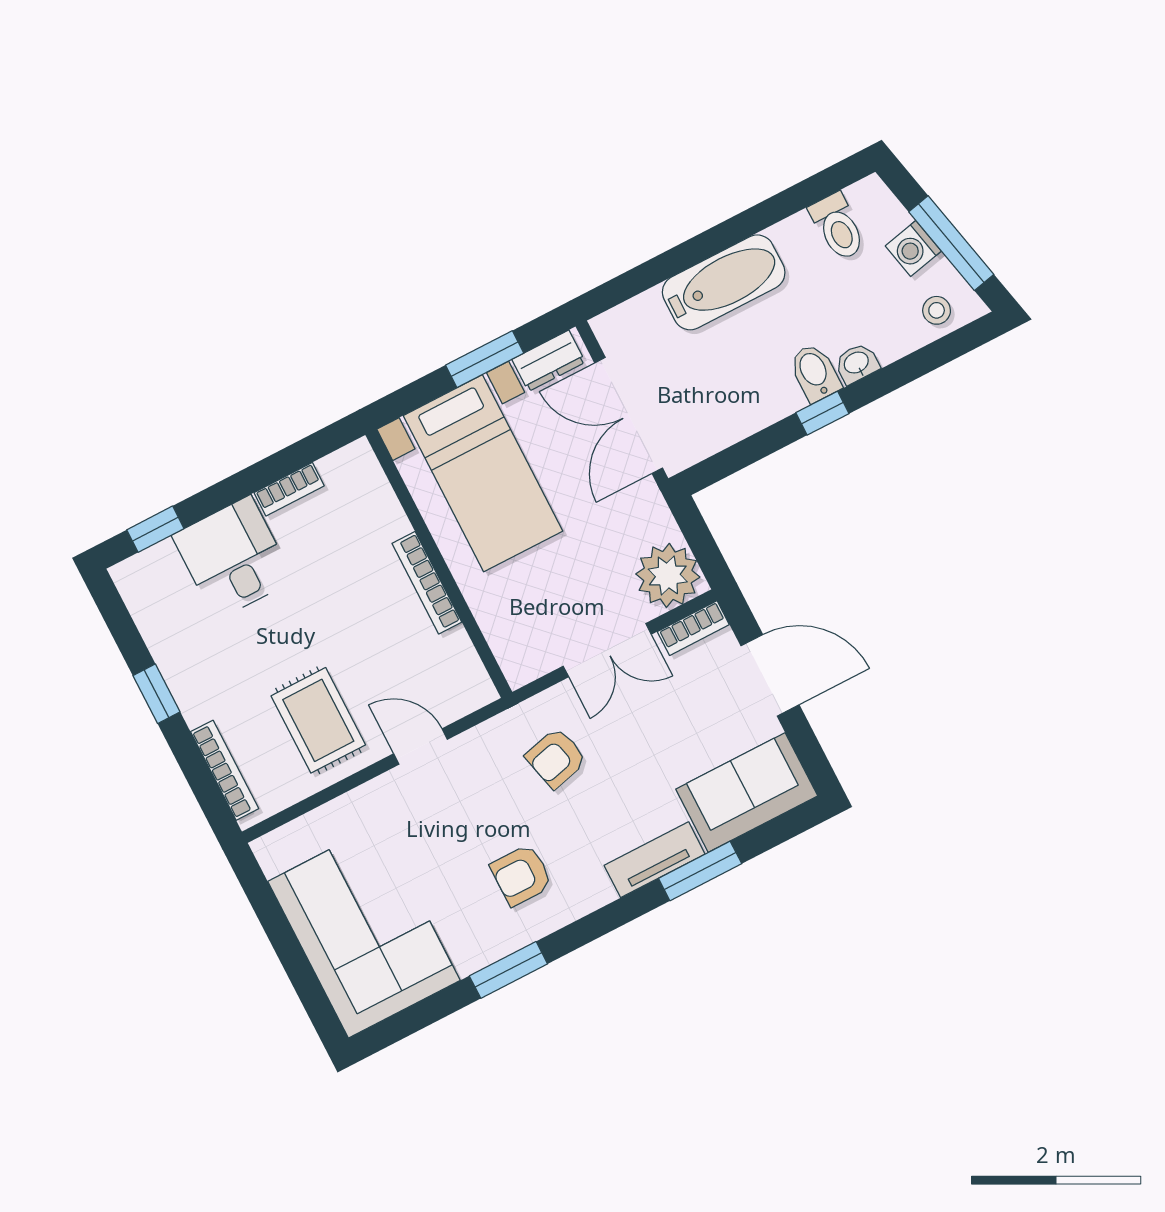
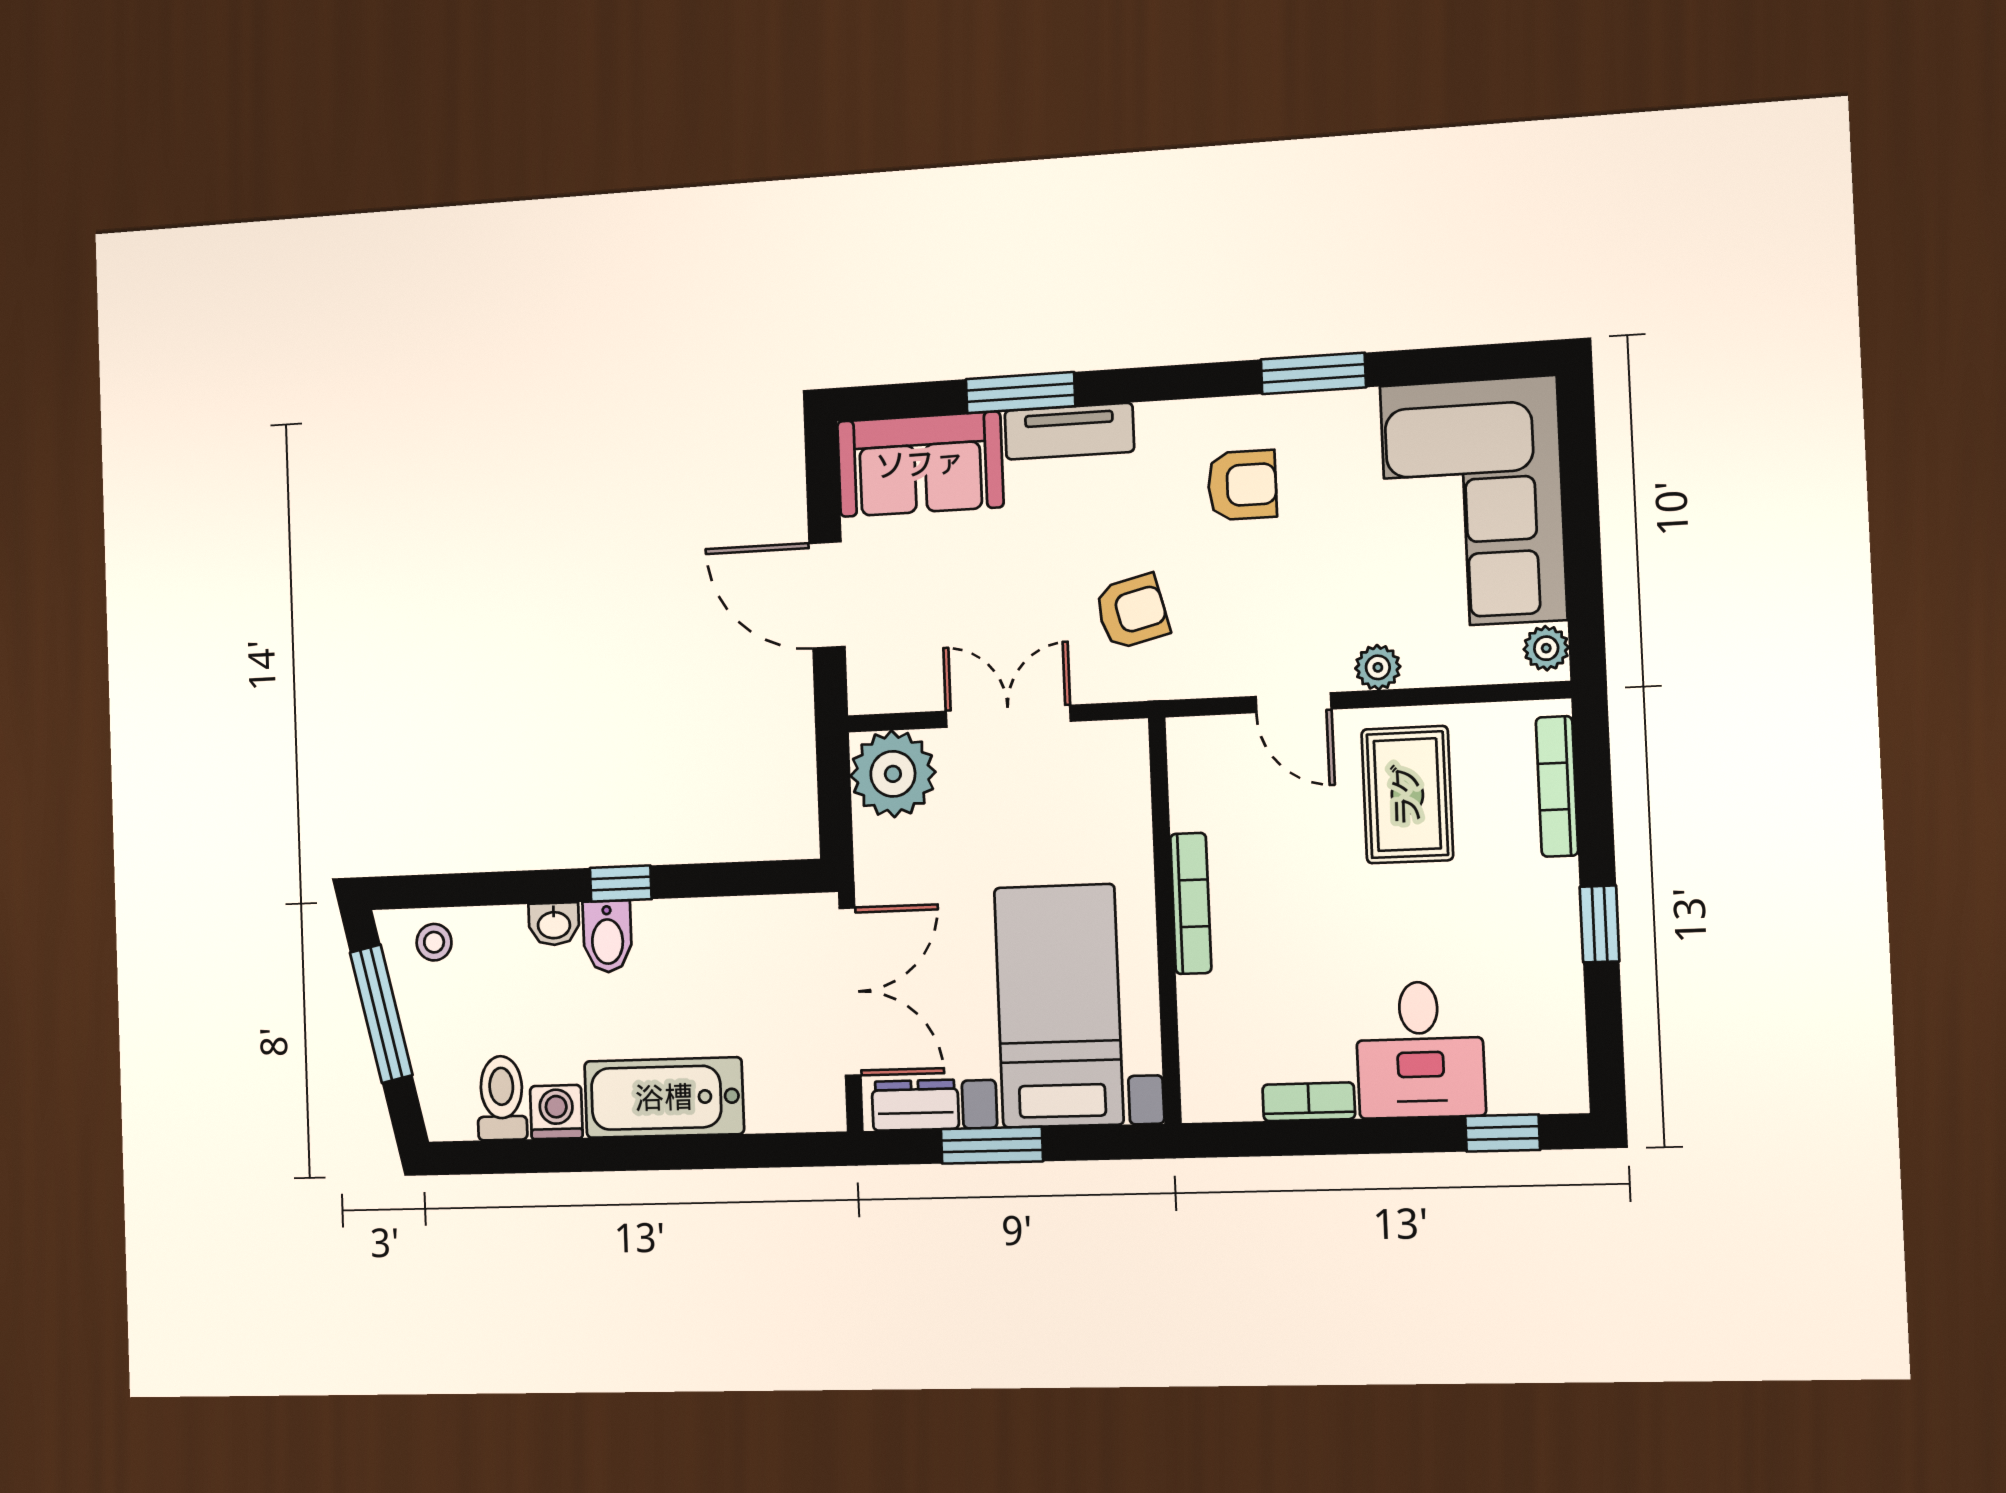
washing machine: (913, 248) -> (556, 1112), moved, turned -77
bookcase: (693, 628) -> (892, 695), removed
plant: (376, 795) -> (1378, 667), added
plant: (273, 857) -> (1546, 648), added

